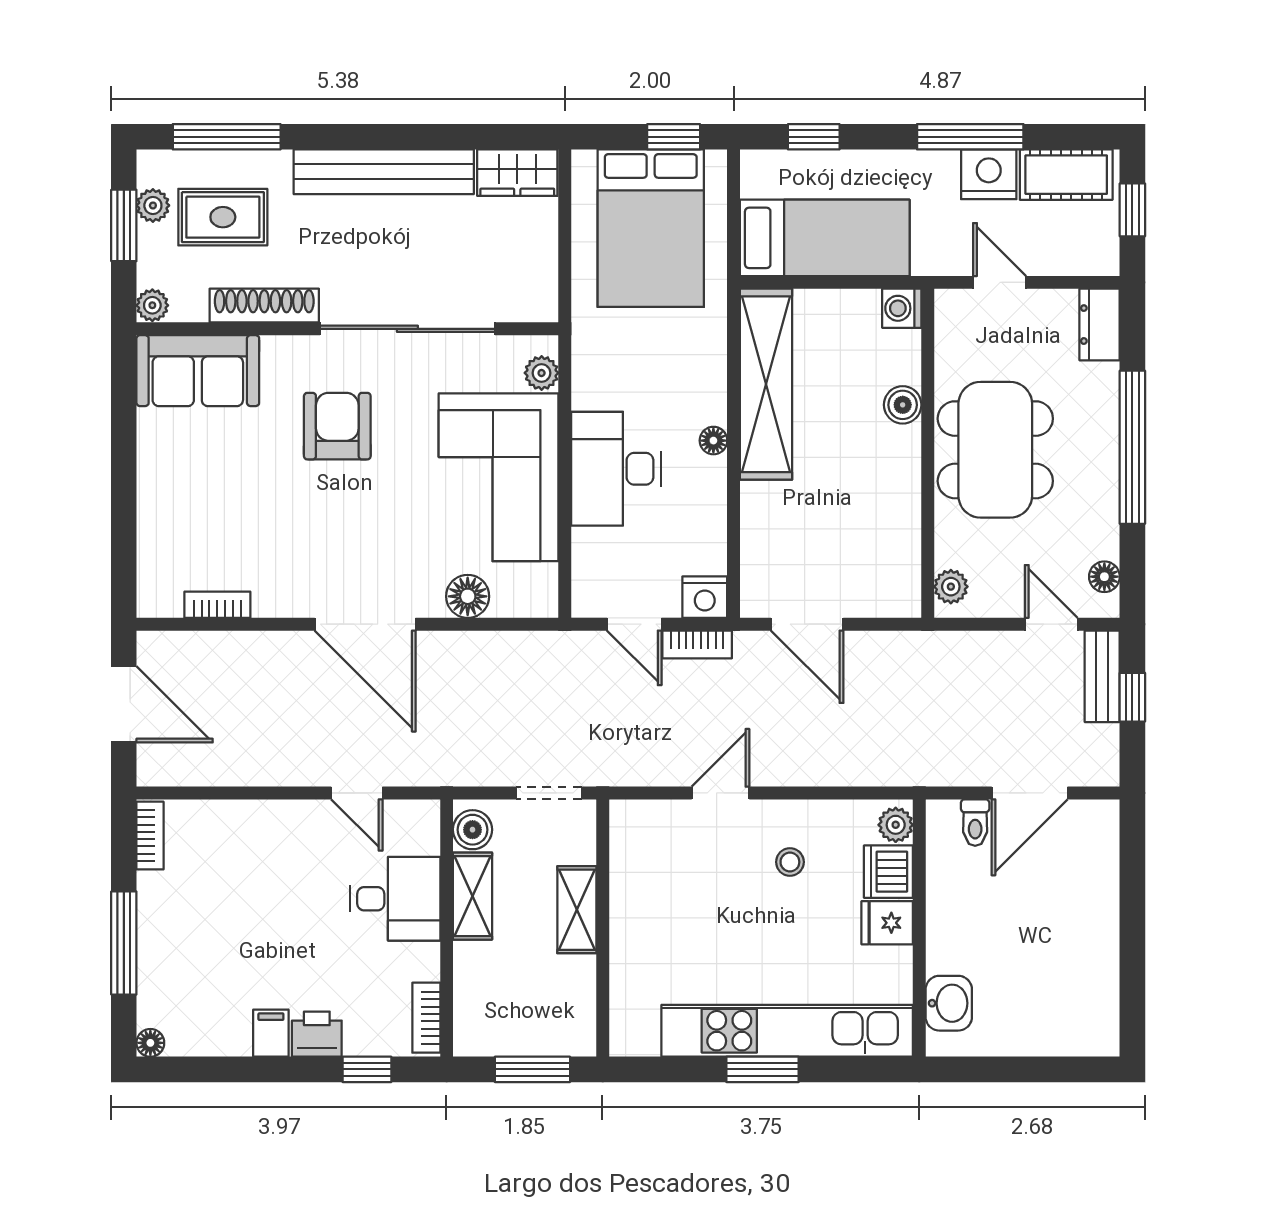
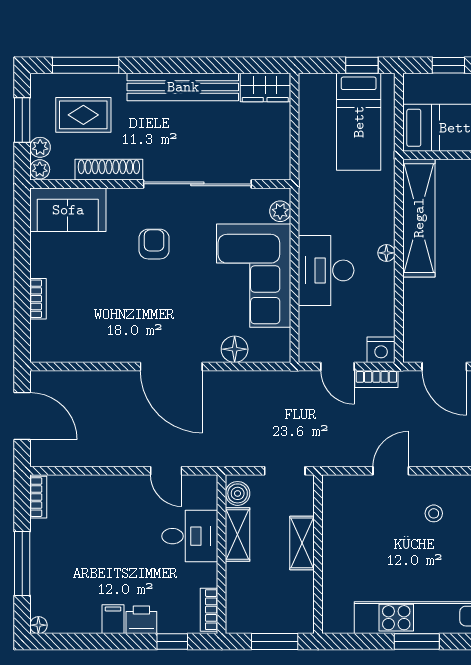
plant: (153, 205) -> (40, 147), moved
bed: (651, 228) -> (359, 122), width x0.67
armchair: (337, 426) -> (154, 244), width x0.72, depth x0.72
bookcase: (217, 605) -> (38, 299), moved, turned 90

